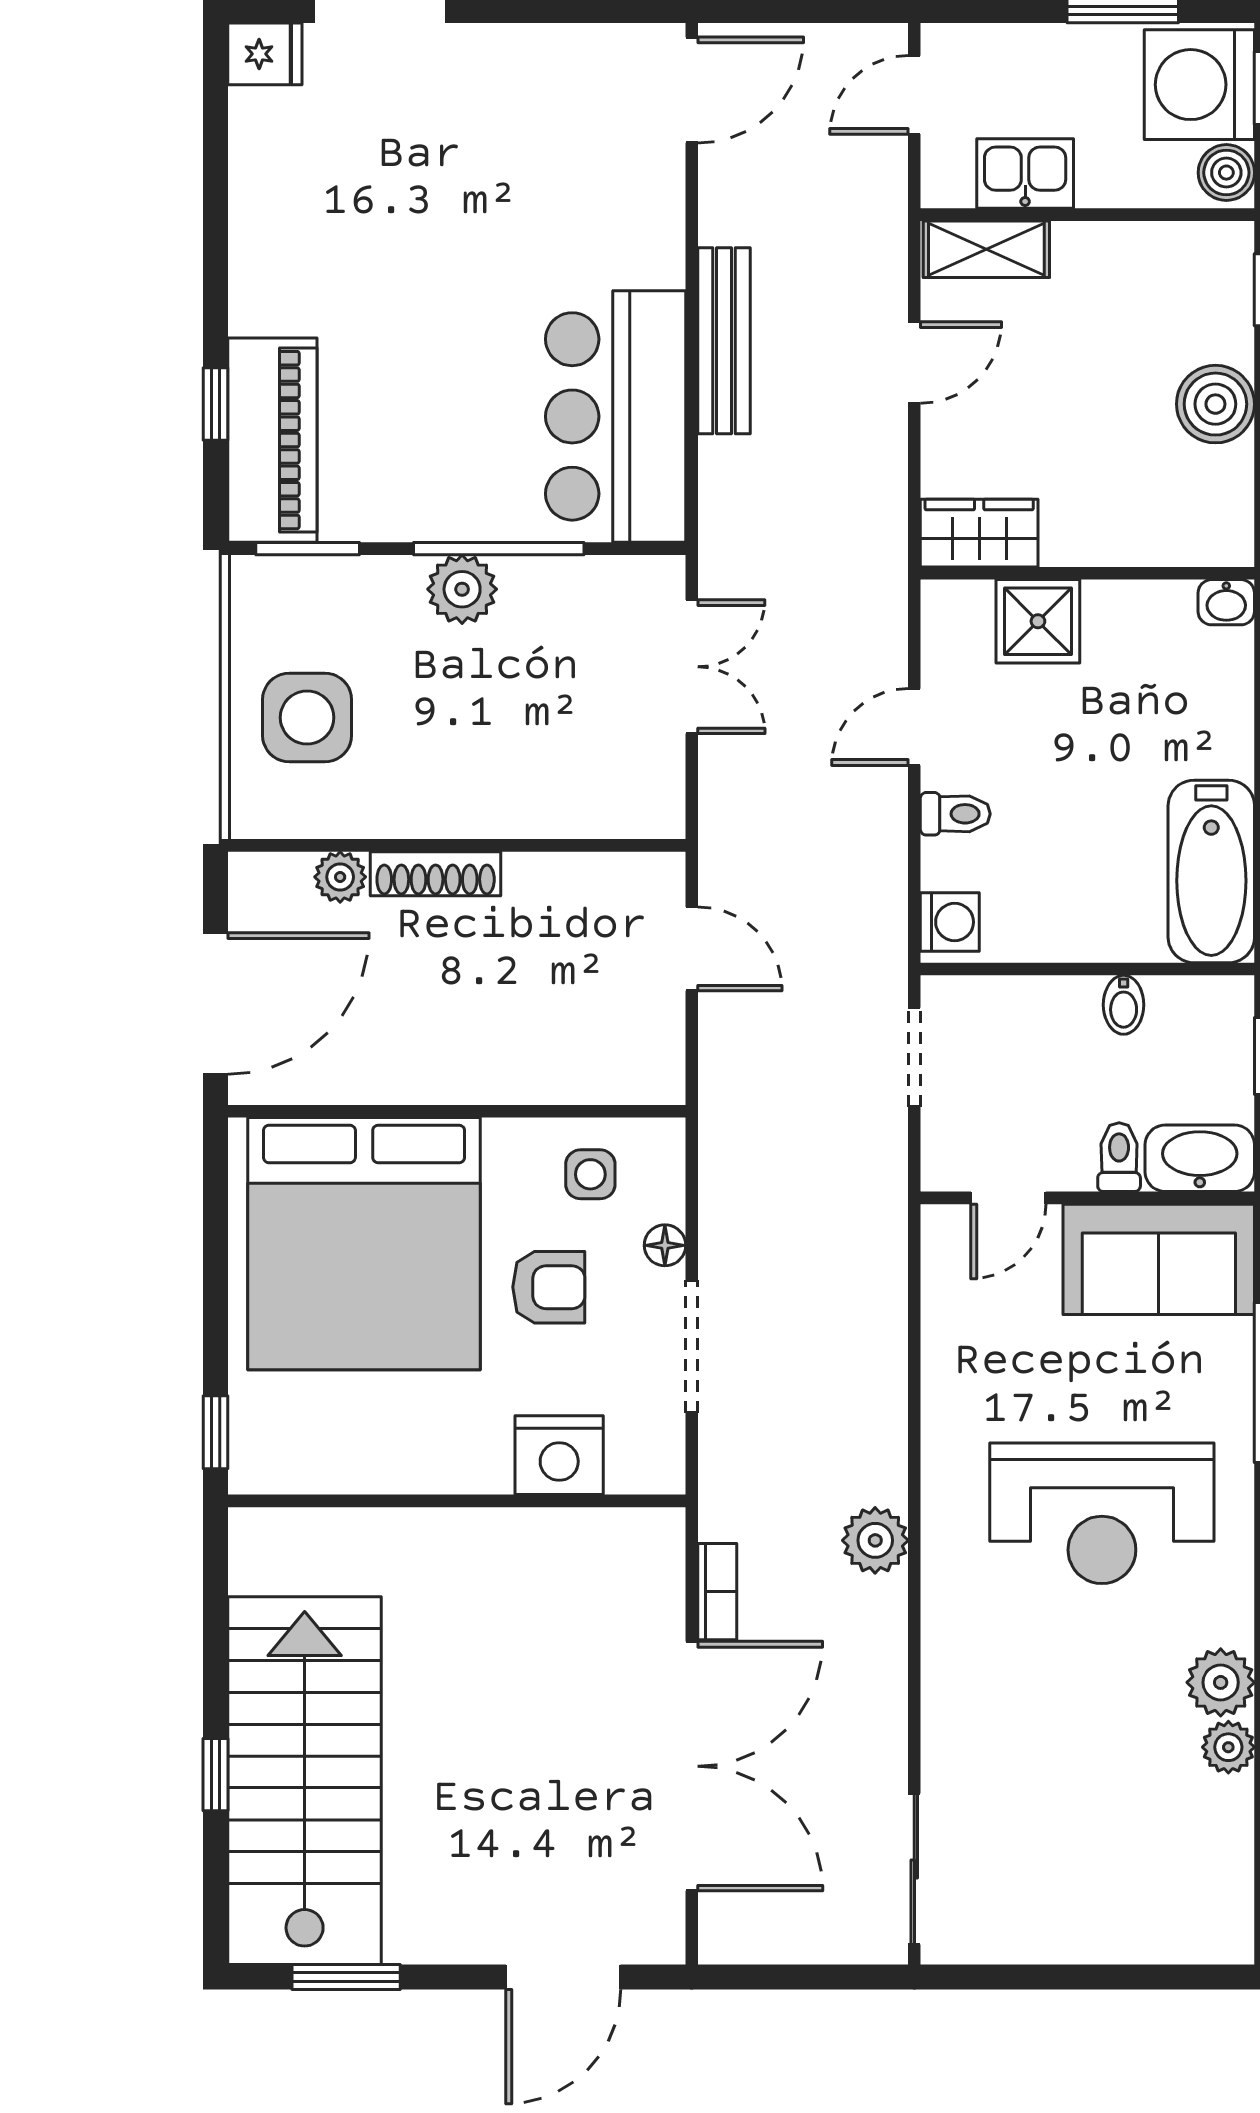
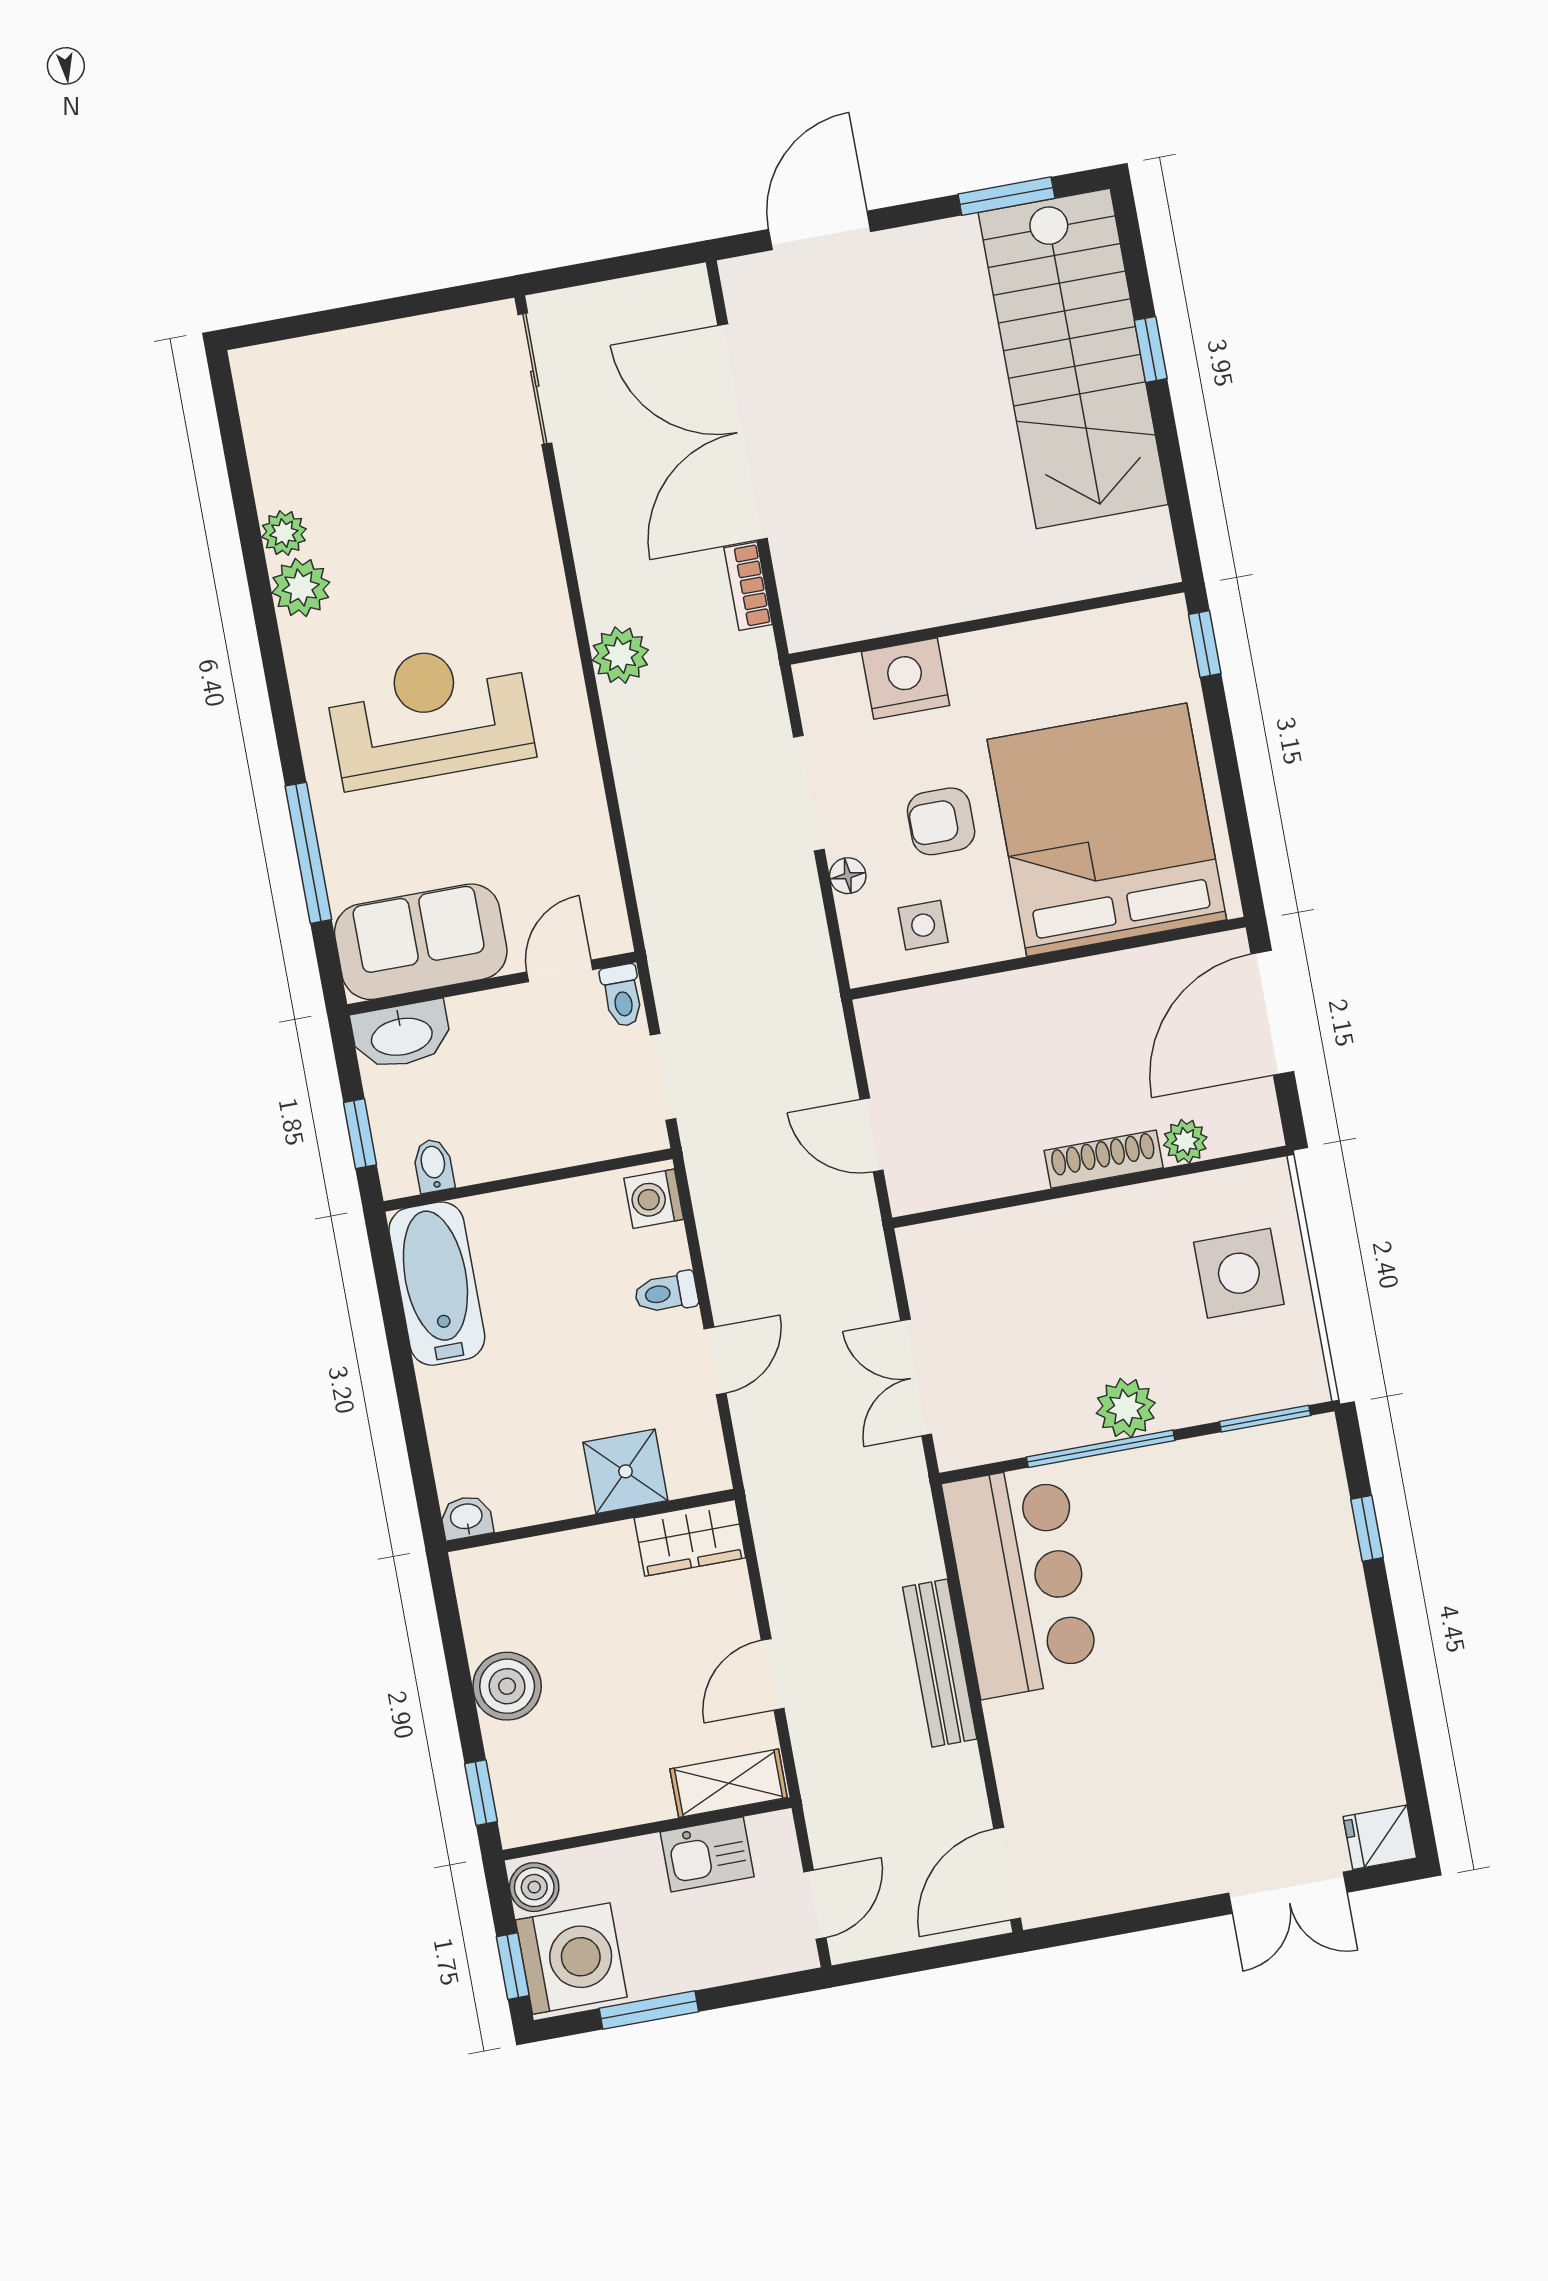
piano: (272, 440) -> (1312, 1506), removed
bidet: (1124, 1005) -> (434, 1166), moved
toilet: (1119, 1157) -> (622, 996), moved

